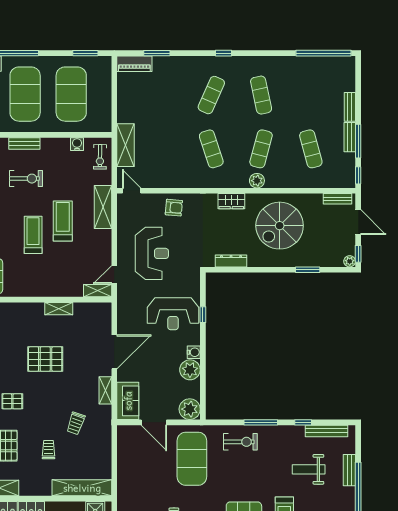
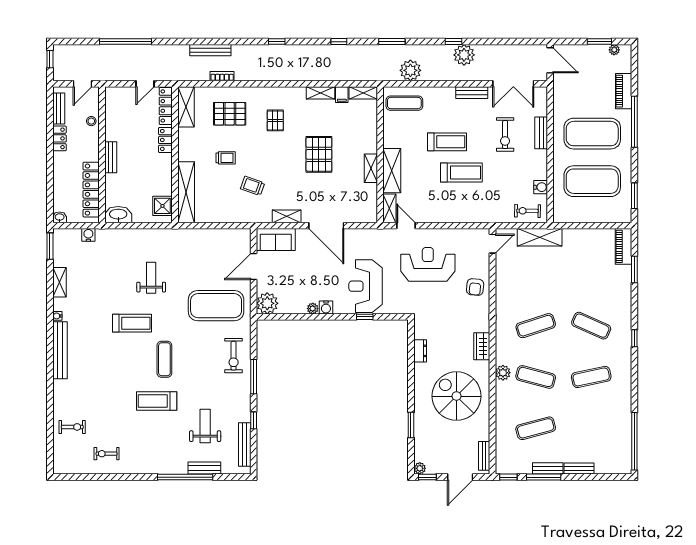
shelving: (103, 207) -> (392, 171), moved, turned 90
reception desk: (152, 253) -> (428, 264), turned 180
dresser: (231, 261) -> (420, 351), width x0.70
plant: (190, 370) -> (313, 309), width x0.53, depth x0.53

